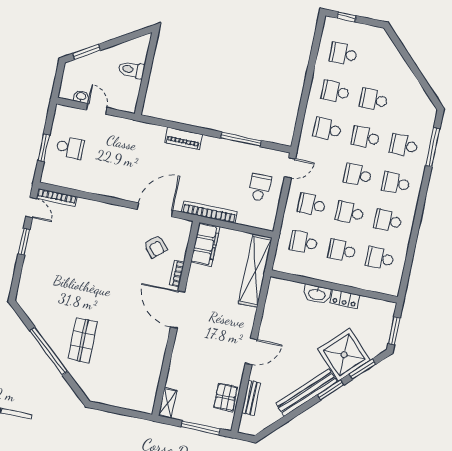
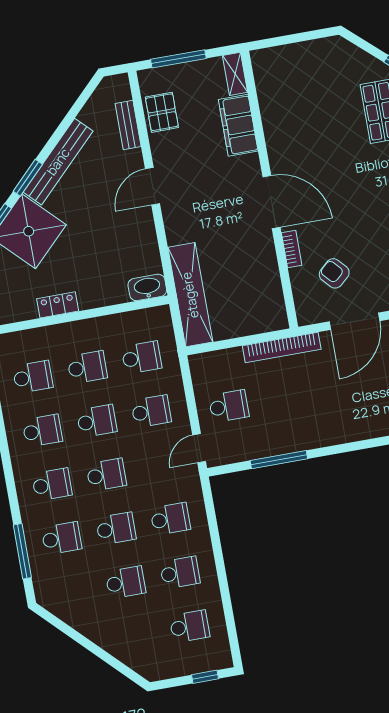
piano: (184, 138) -> (355, 430), removed
school desk: (260, 188) -> (229, 406), turned -90
filing cabinet: (205, 244) -> (238, 125), moved
washbasin: (317, 294) -> (147, 287), moved

